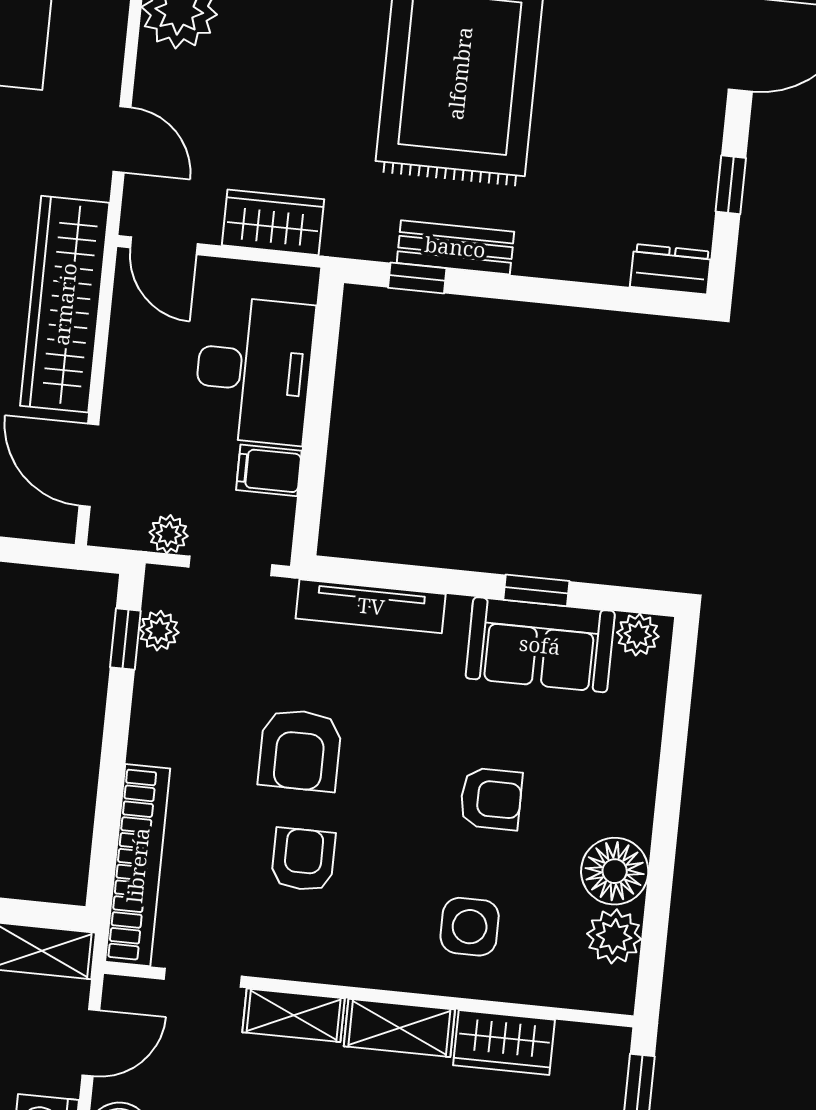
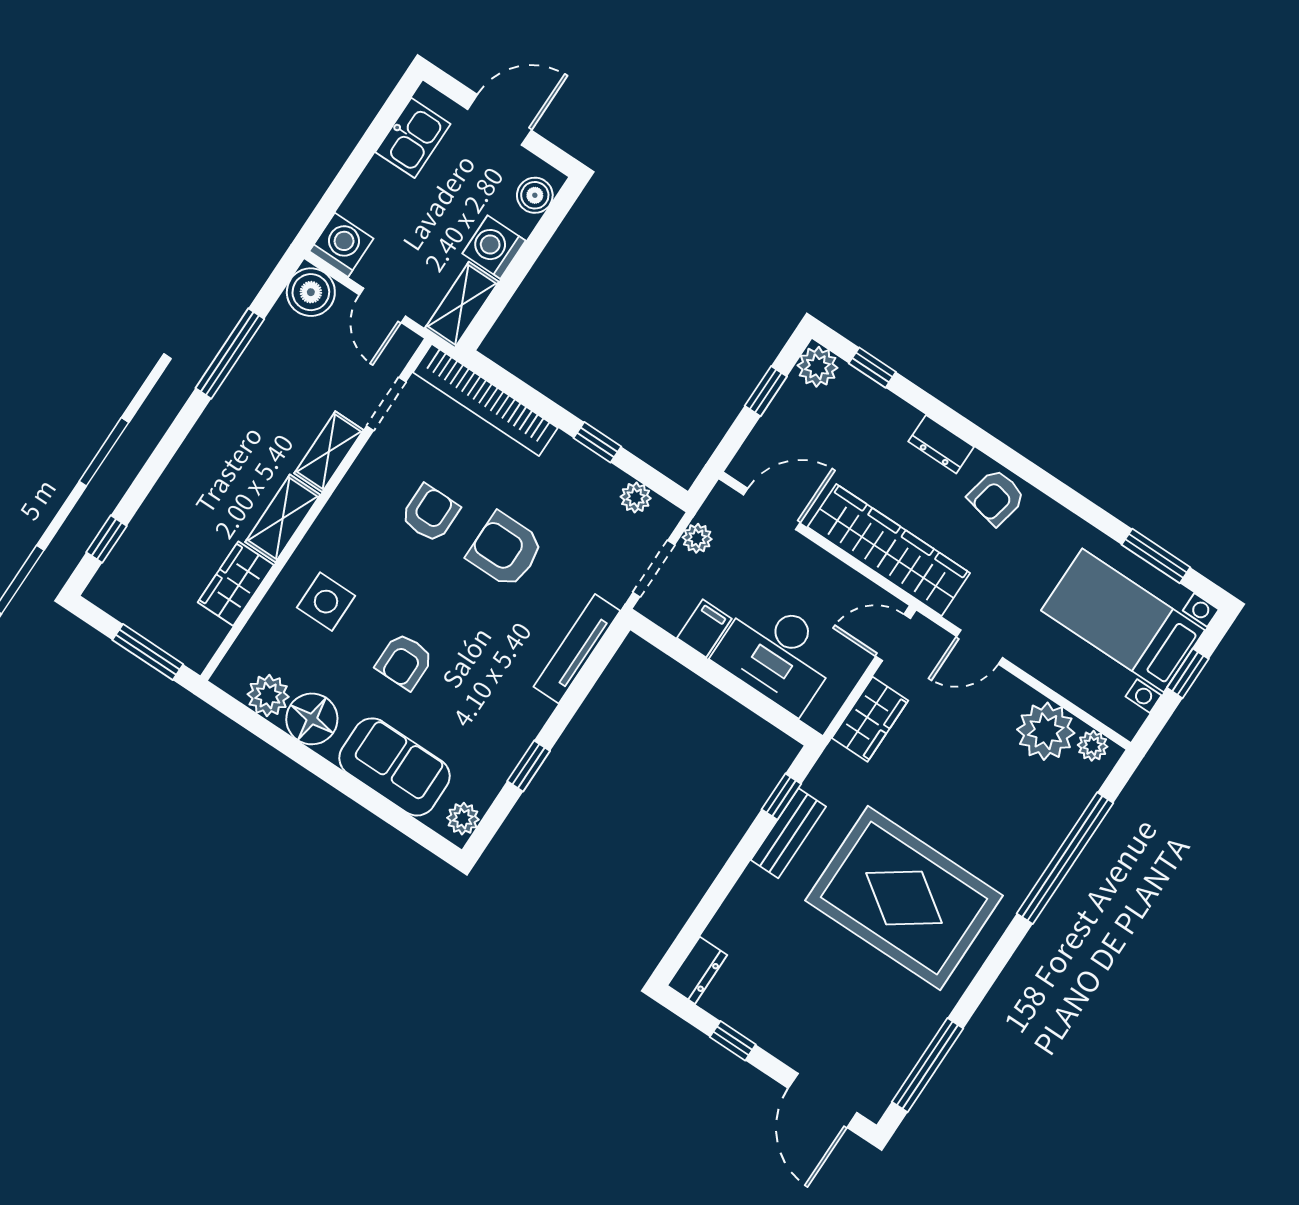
window: (125, 639) -> (597, 442), moved
sofa: (540, 645) -> (394, 767), moved, turned 90
armchair: (303, 860) -> (430, 513), turned -90

